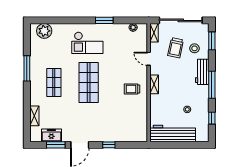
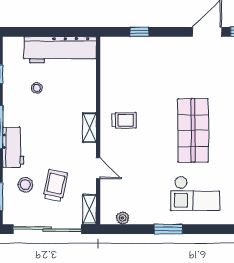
checkout: (87, 43) -> (195, 193), turned 180
window: (109, 145) -> (140, 32), moved

